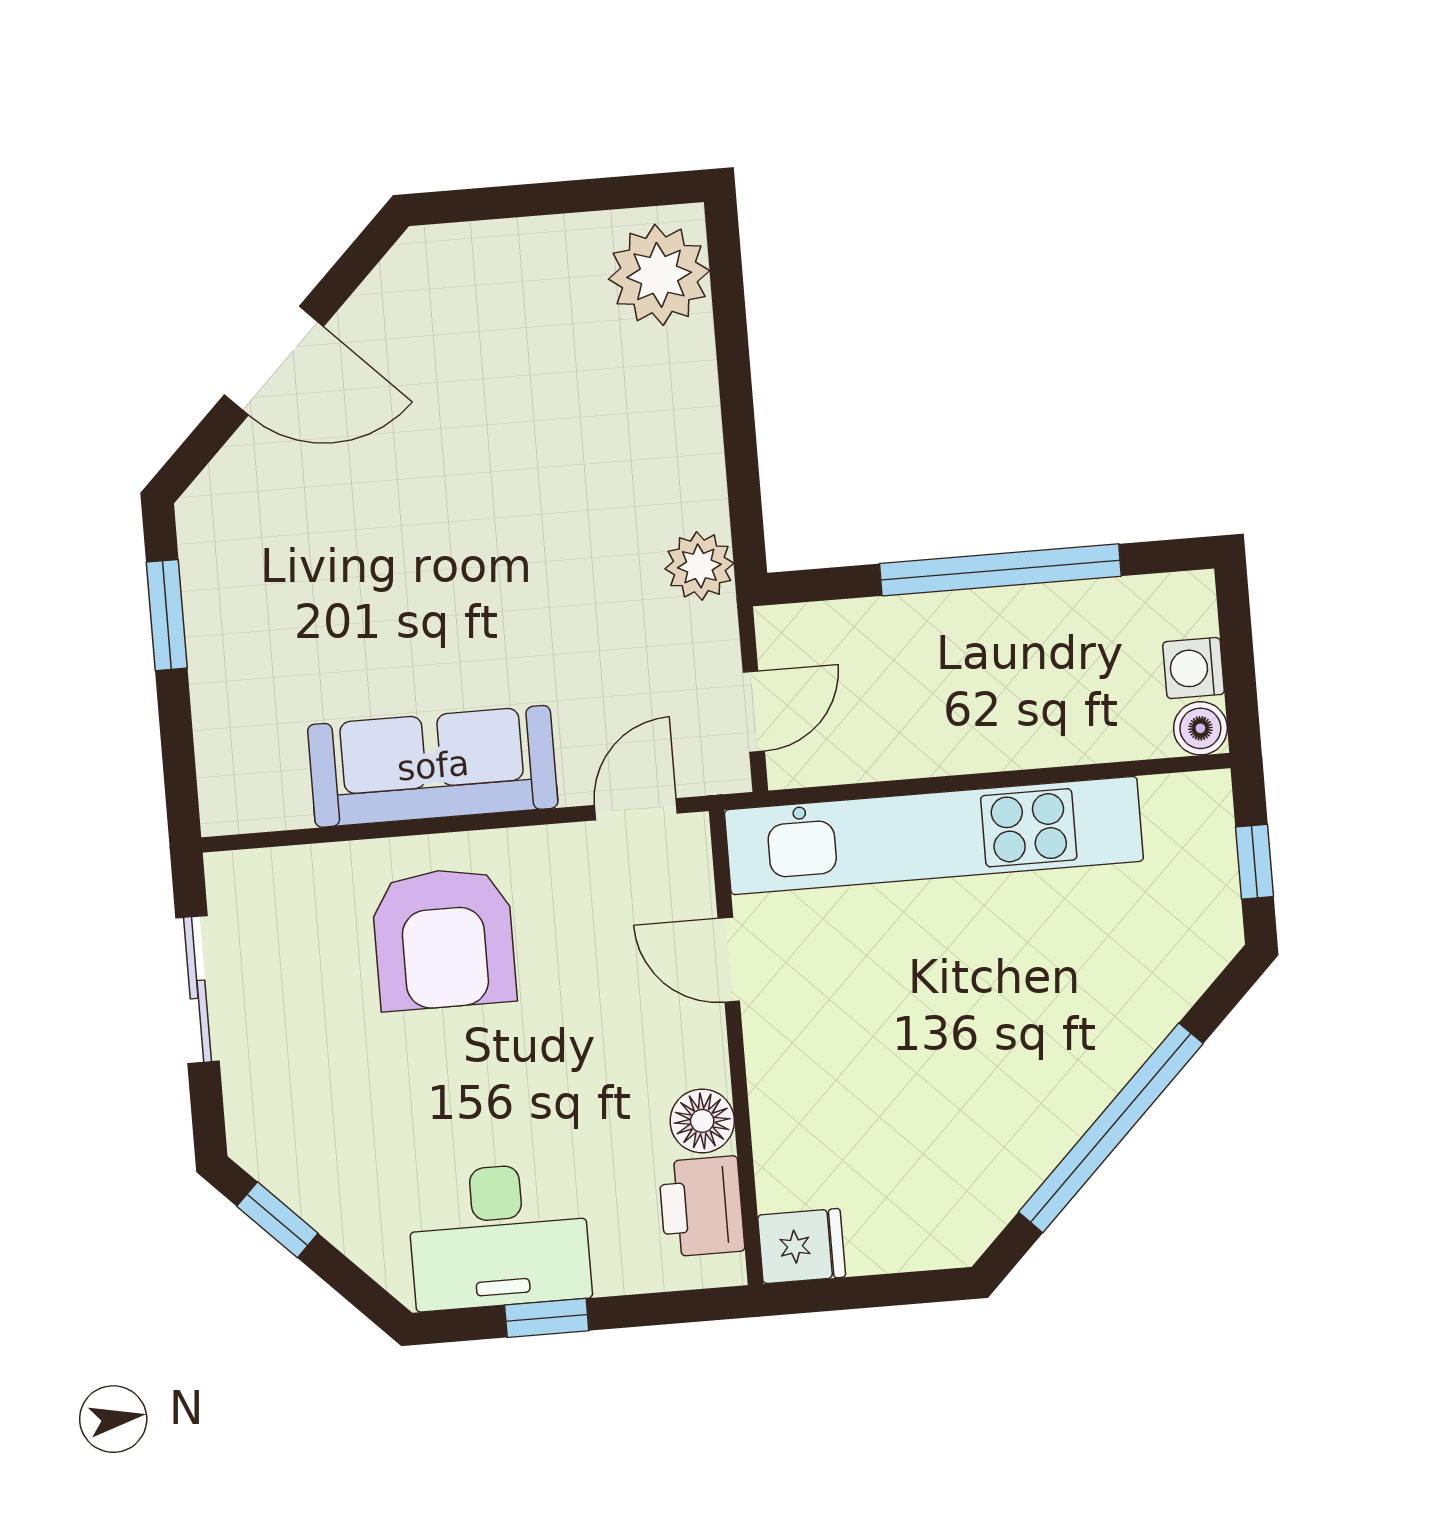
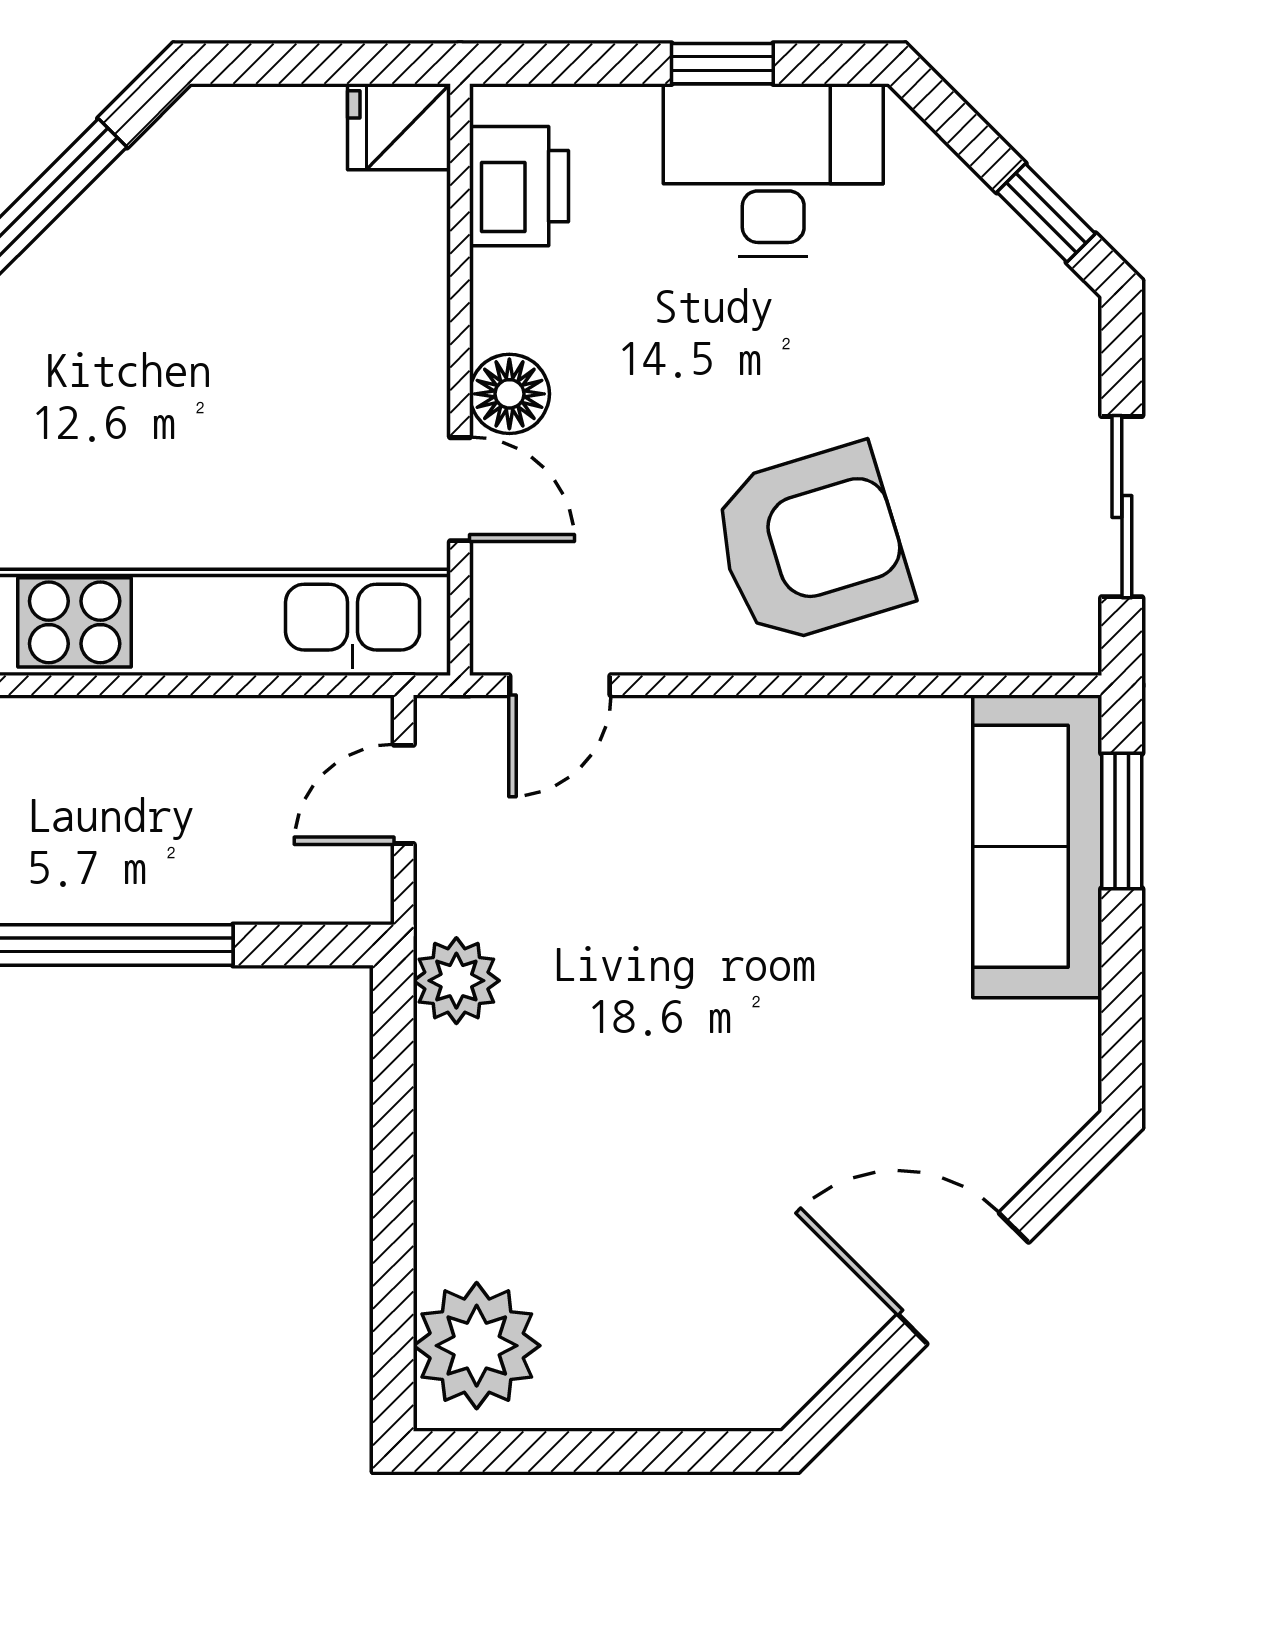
window: (167, 615) -> (1122, 821), moved
sofa: (433, 766) -> (1037, 846), moved, turned 90
armchair: (444, 939) -> (811, 544), turned 73
floor lamp: (702, 1121) -> (509, 394), moved

